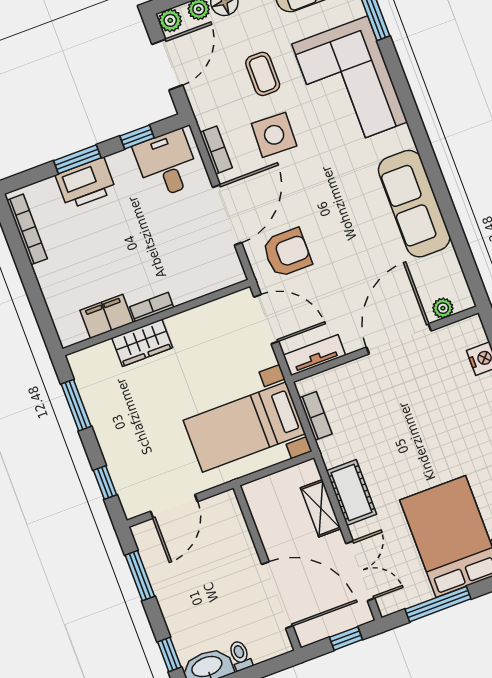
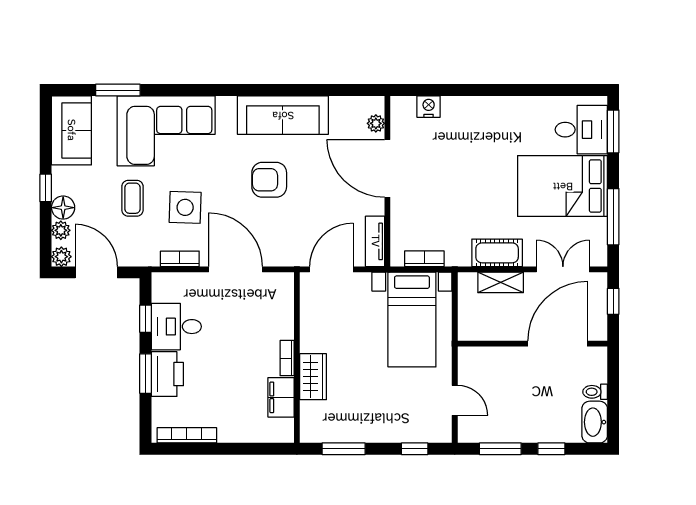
coffee table: (263, 74) -> (132, 198), turned 90
desk: (167, 164) -> (176, 327), moved
armchair: (287, 253) -> (269, 180), moved, turned -90
door: (174, 506) -> (455, 400), width x0.73
window: (169, 655) -> (551, 449), moved

